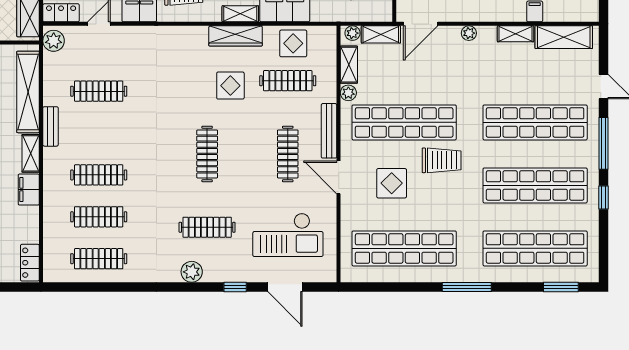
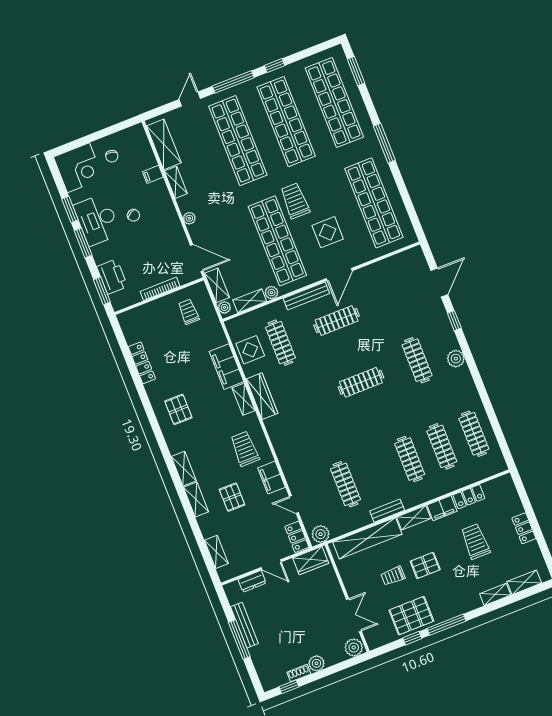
display table: (230, 86) -> (301, 385), removed
checkout: (288, 235) -> (399, 296), removed
locker: (30, 263) -> (469, 497), moved

